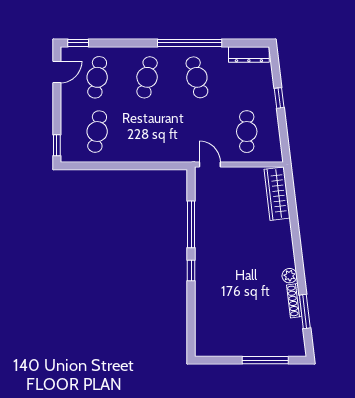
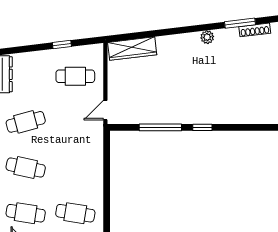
window: (279, 98) -> (62, 45), moved
shoe rack: (294, 301) -> (255, 30), moved

